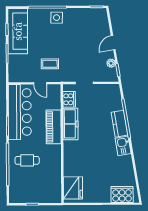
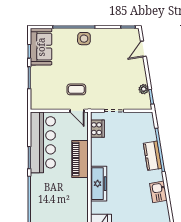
sofa: (18, 31) -> (41, 47), width x0.73
door: (113, 43) -> (143, 49), moved
door: (40, 83) -> (77, 111), moved
freezer: (70, 124) -> (99, 184), moved
kitchen sink: (123, 146) -> (158, 192), moved
cafe table: (27, 160) -> (51, 196), removed

